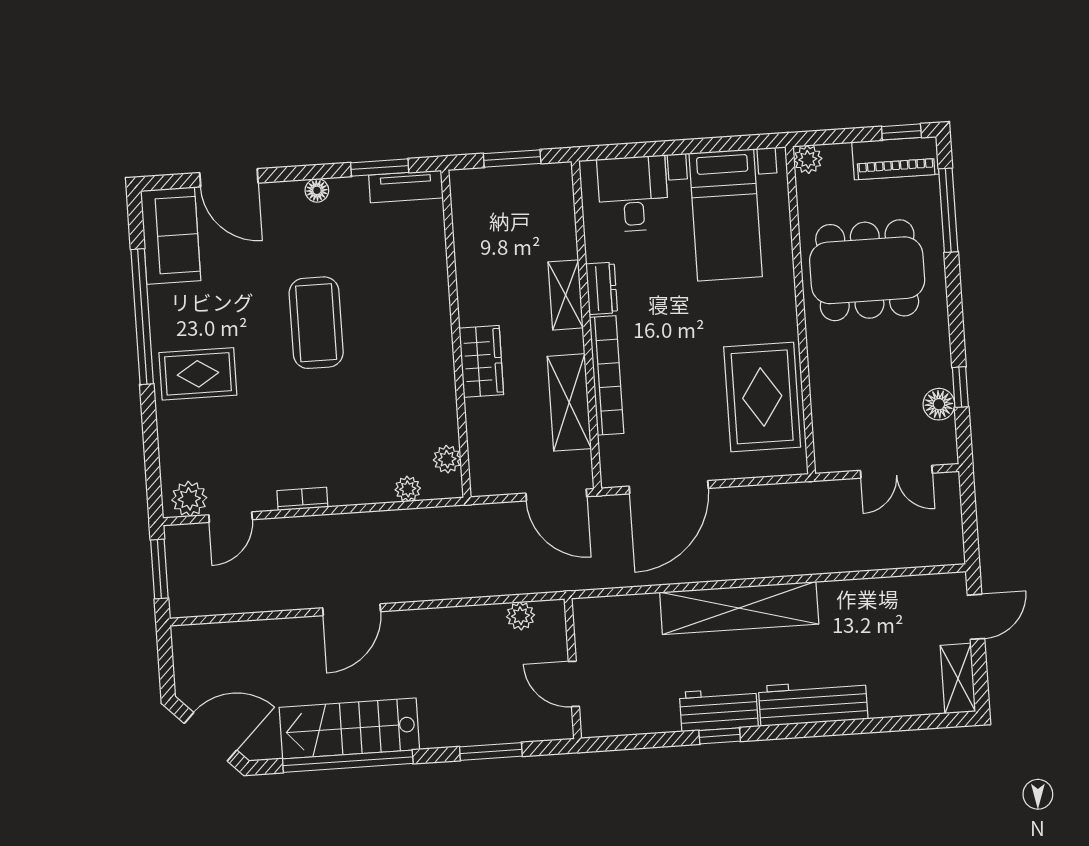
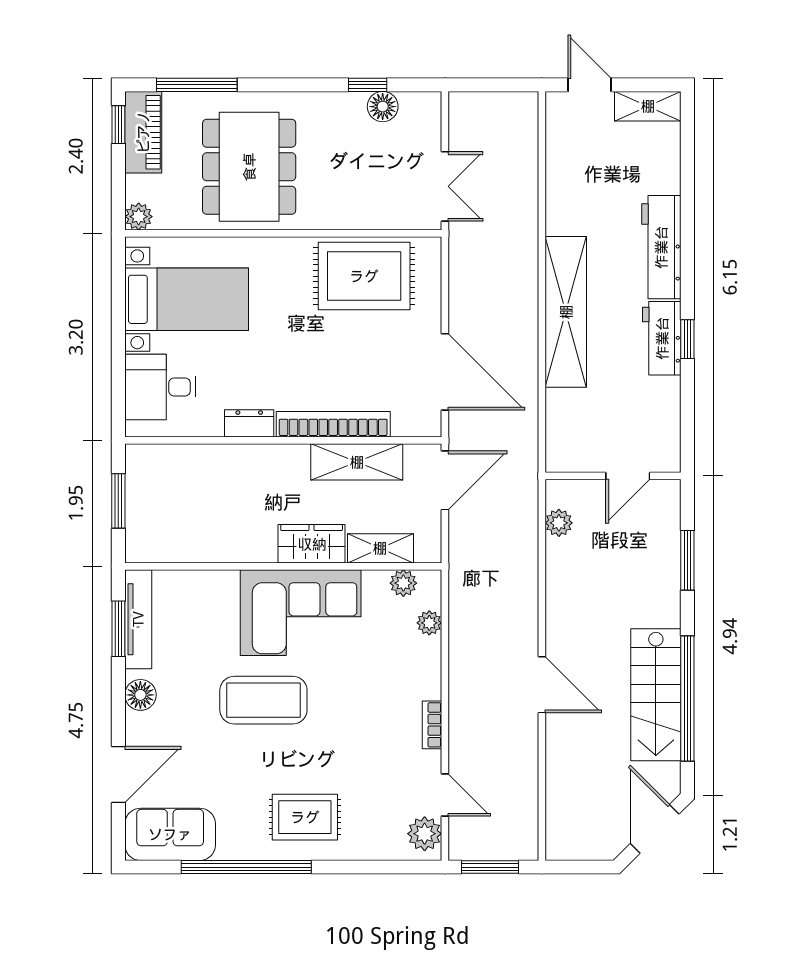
tv unit: (406, 186) -> (138, 619), width x1.41
floor lamp: (317, 190) -> (140, 695), width x1.37, depth x1.37
shelving: (566, 295) -> (380, 548), moved
corner sofa: (409, 355) -> (301, 613), added
rug: (198, 374) -> (305, 817), turned 90
double door: (896, 472) -> (445, 186), moved

